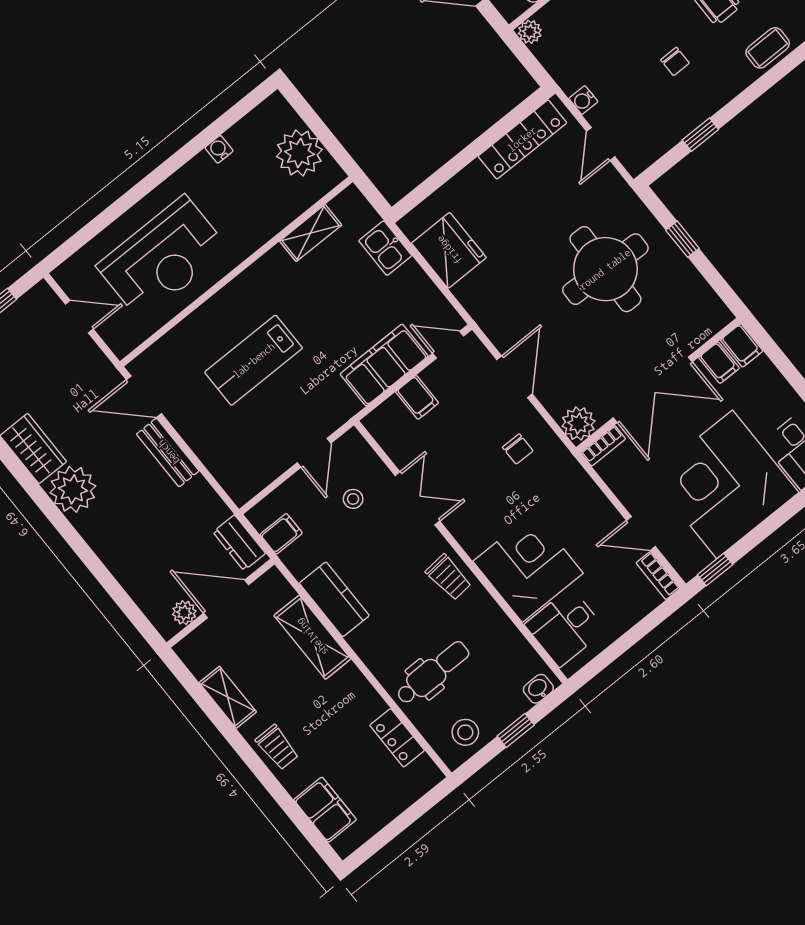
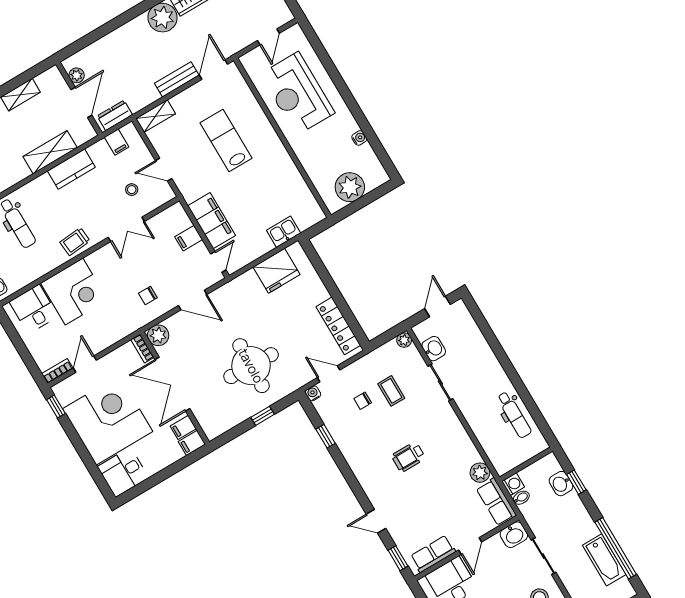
coffee table: (768, 48) -> (391, 391), moved
chair: (675, 61) -> (363, 401), moved
water cooler: (583, 100) -> (313, 393), moved
shelving: (311, 233) -> (156, 116), moved, turned 90

